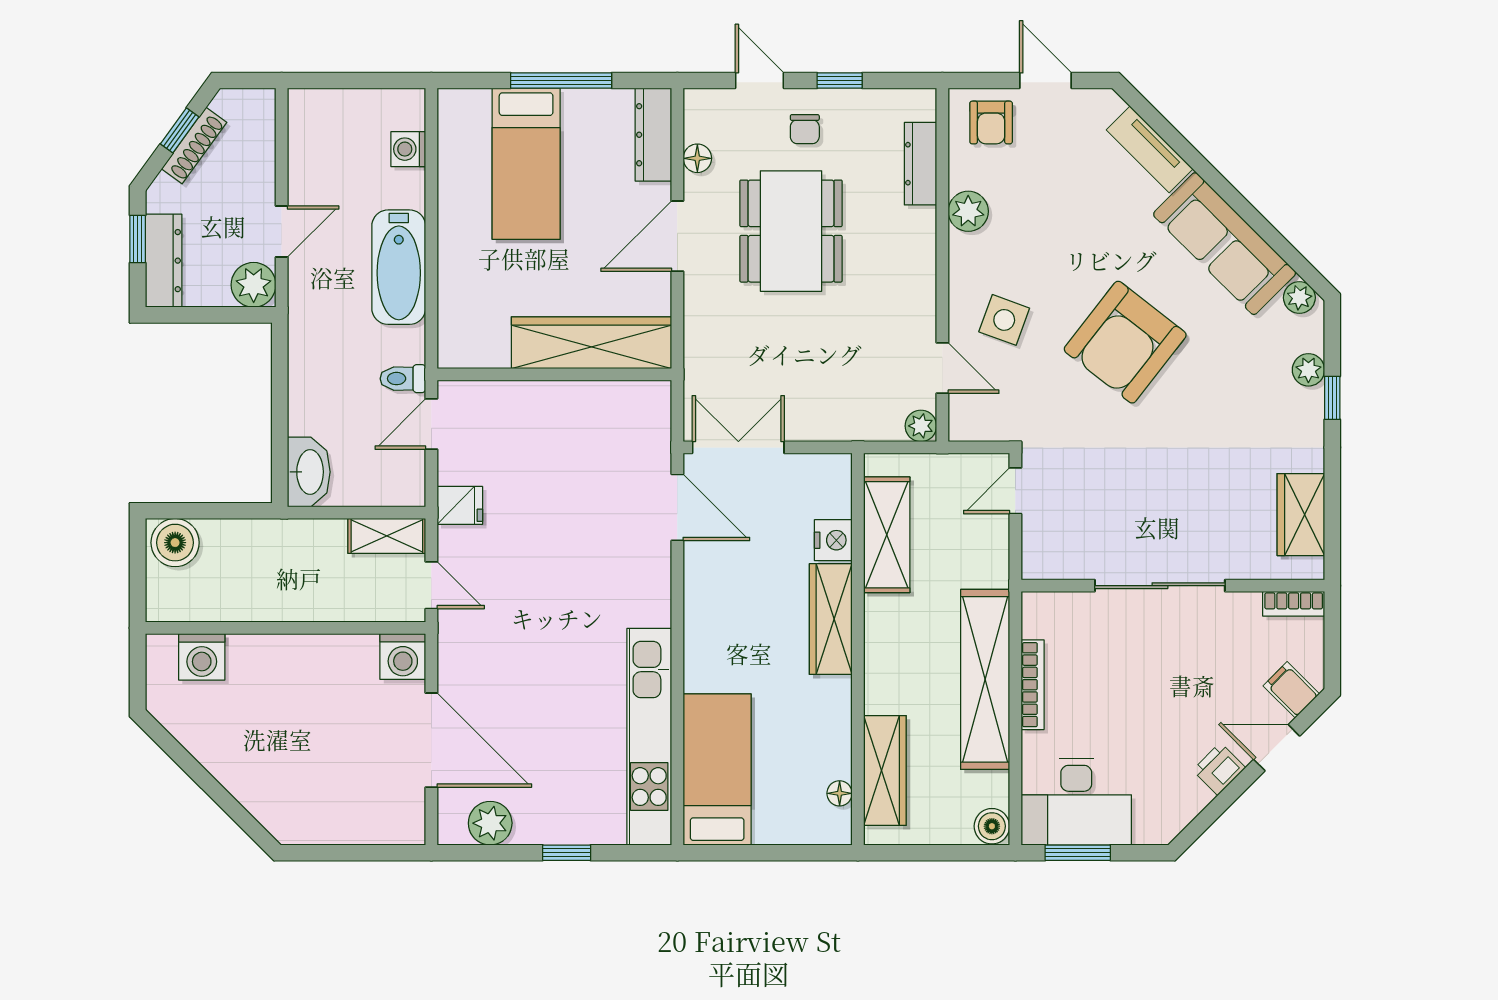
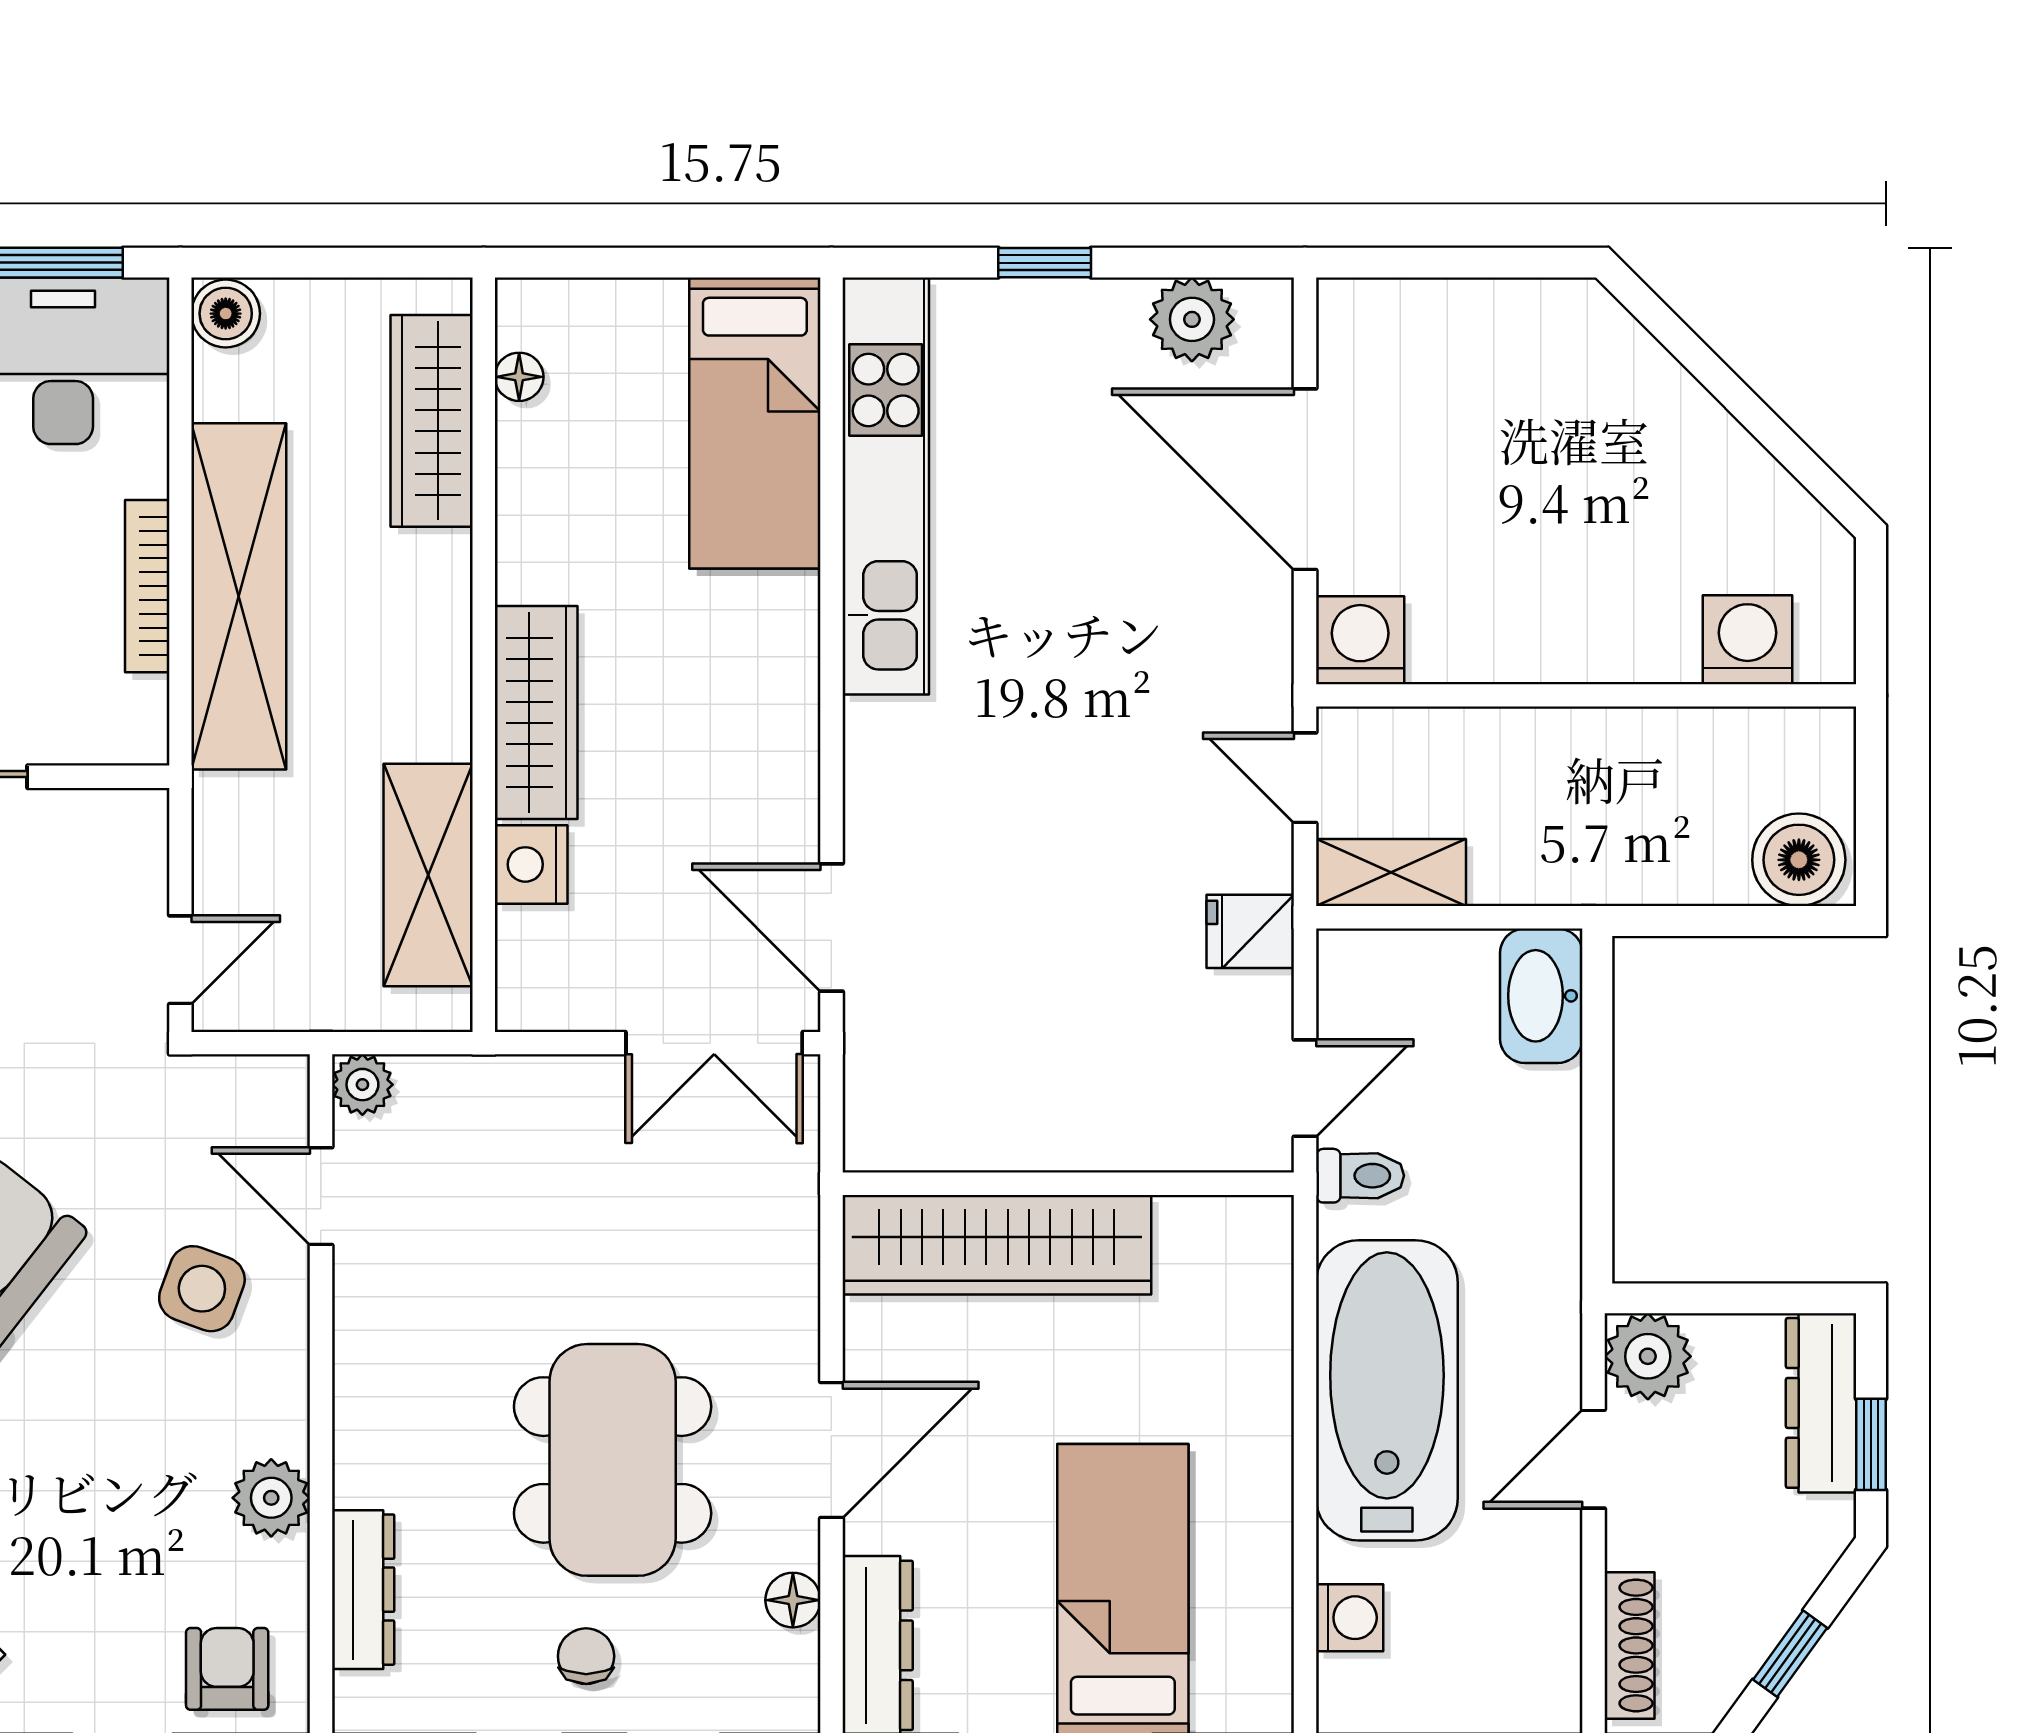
shoe rack: (194, 146) -> (1630, 1645), moved, turned 144
bathtub: (399, 267) -> (1387, 1390), width x1.36, depth x1.36

